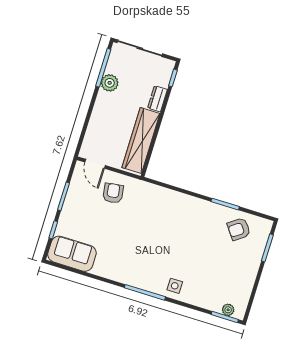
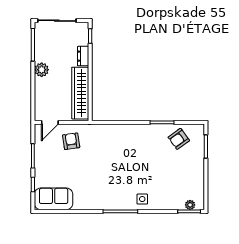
plant: (110, 83) -> (42, 70), moved
door: (95, 164) -> (50, 122), hinge flipped

